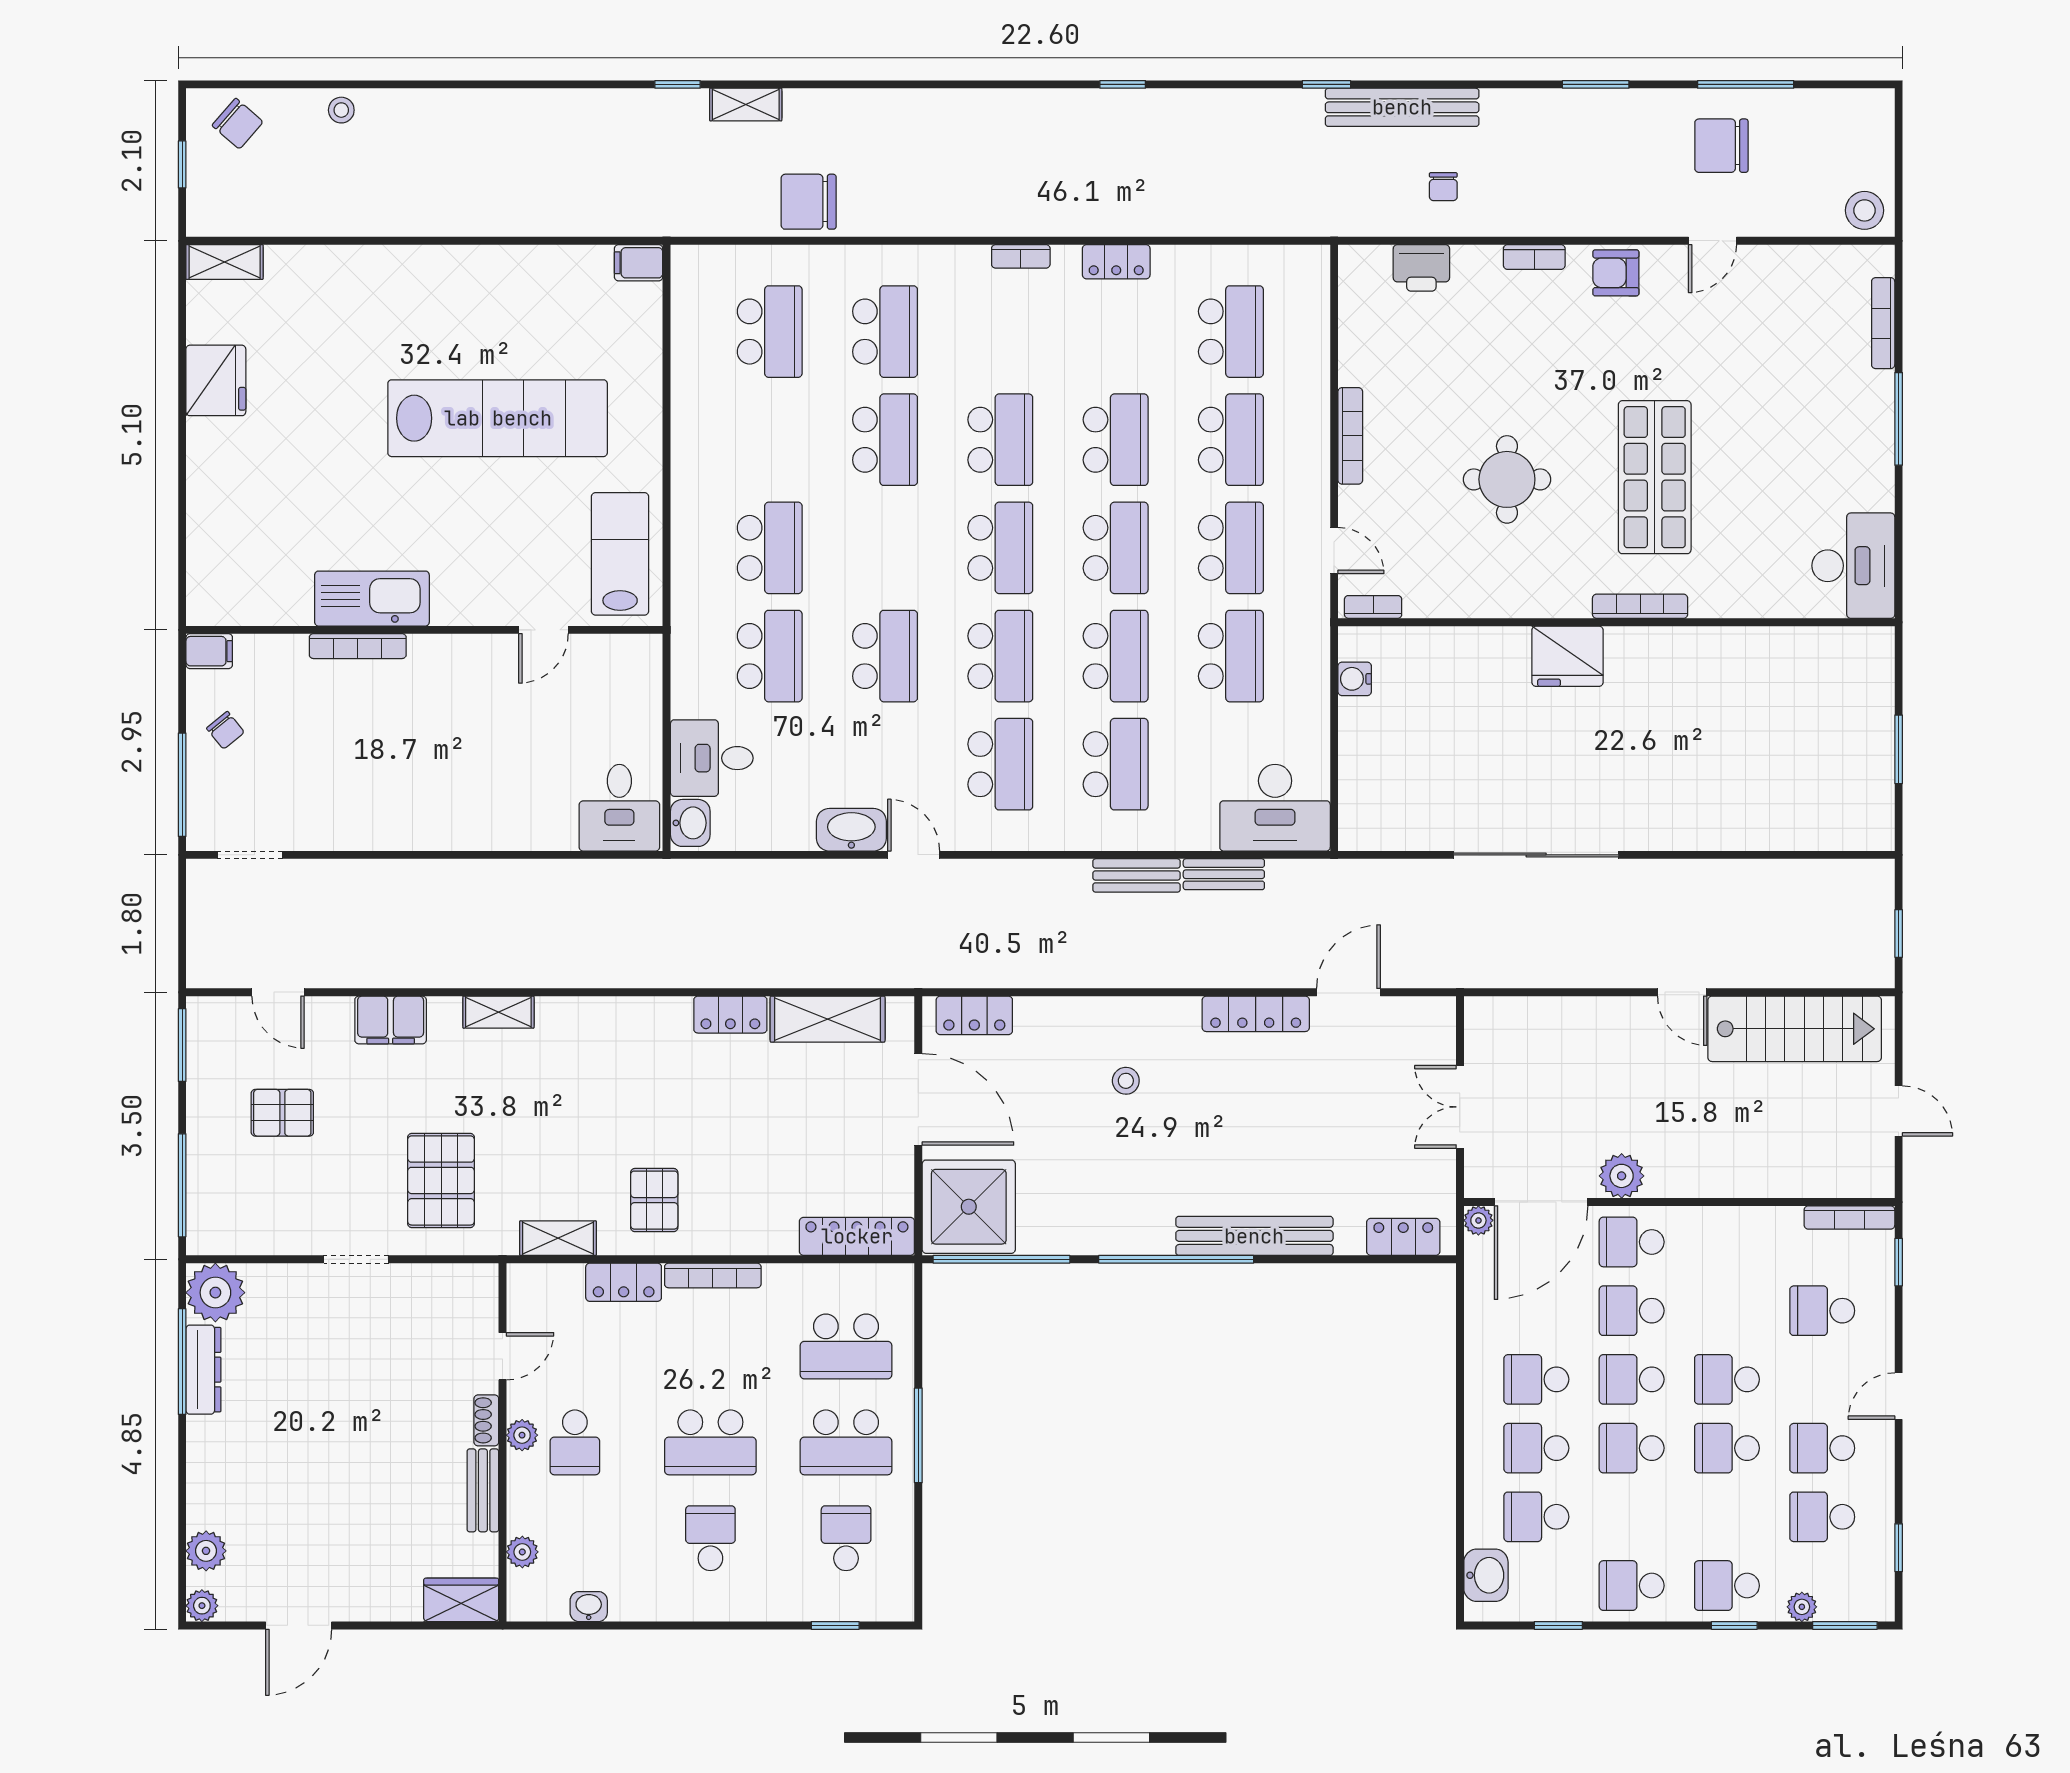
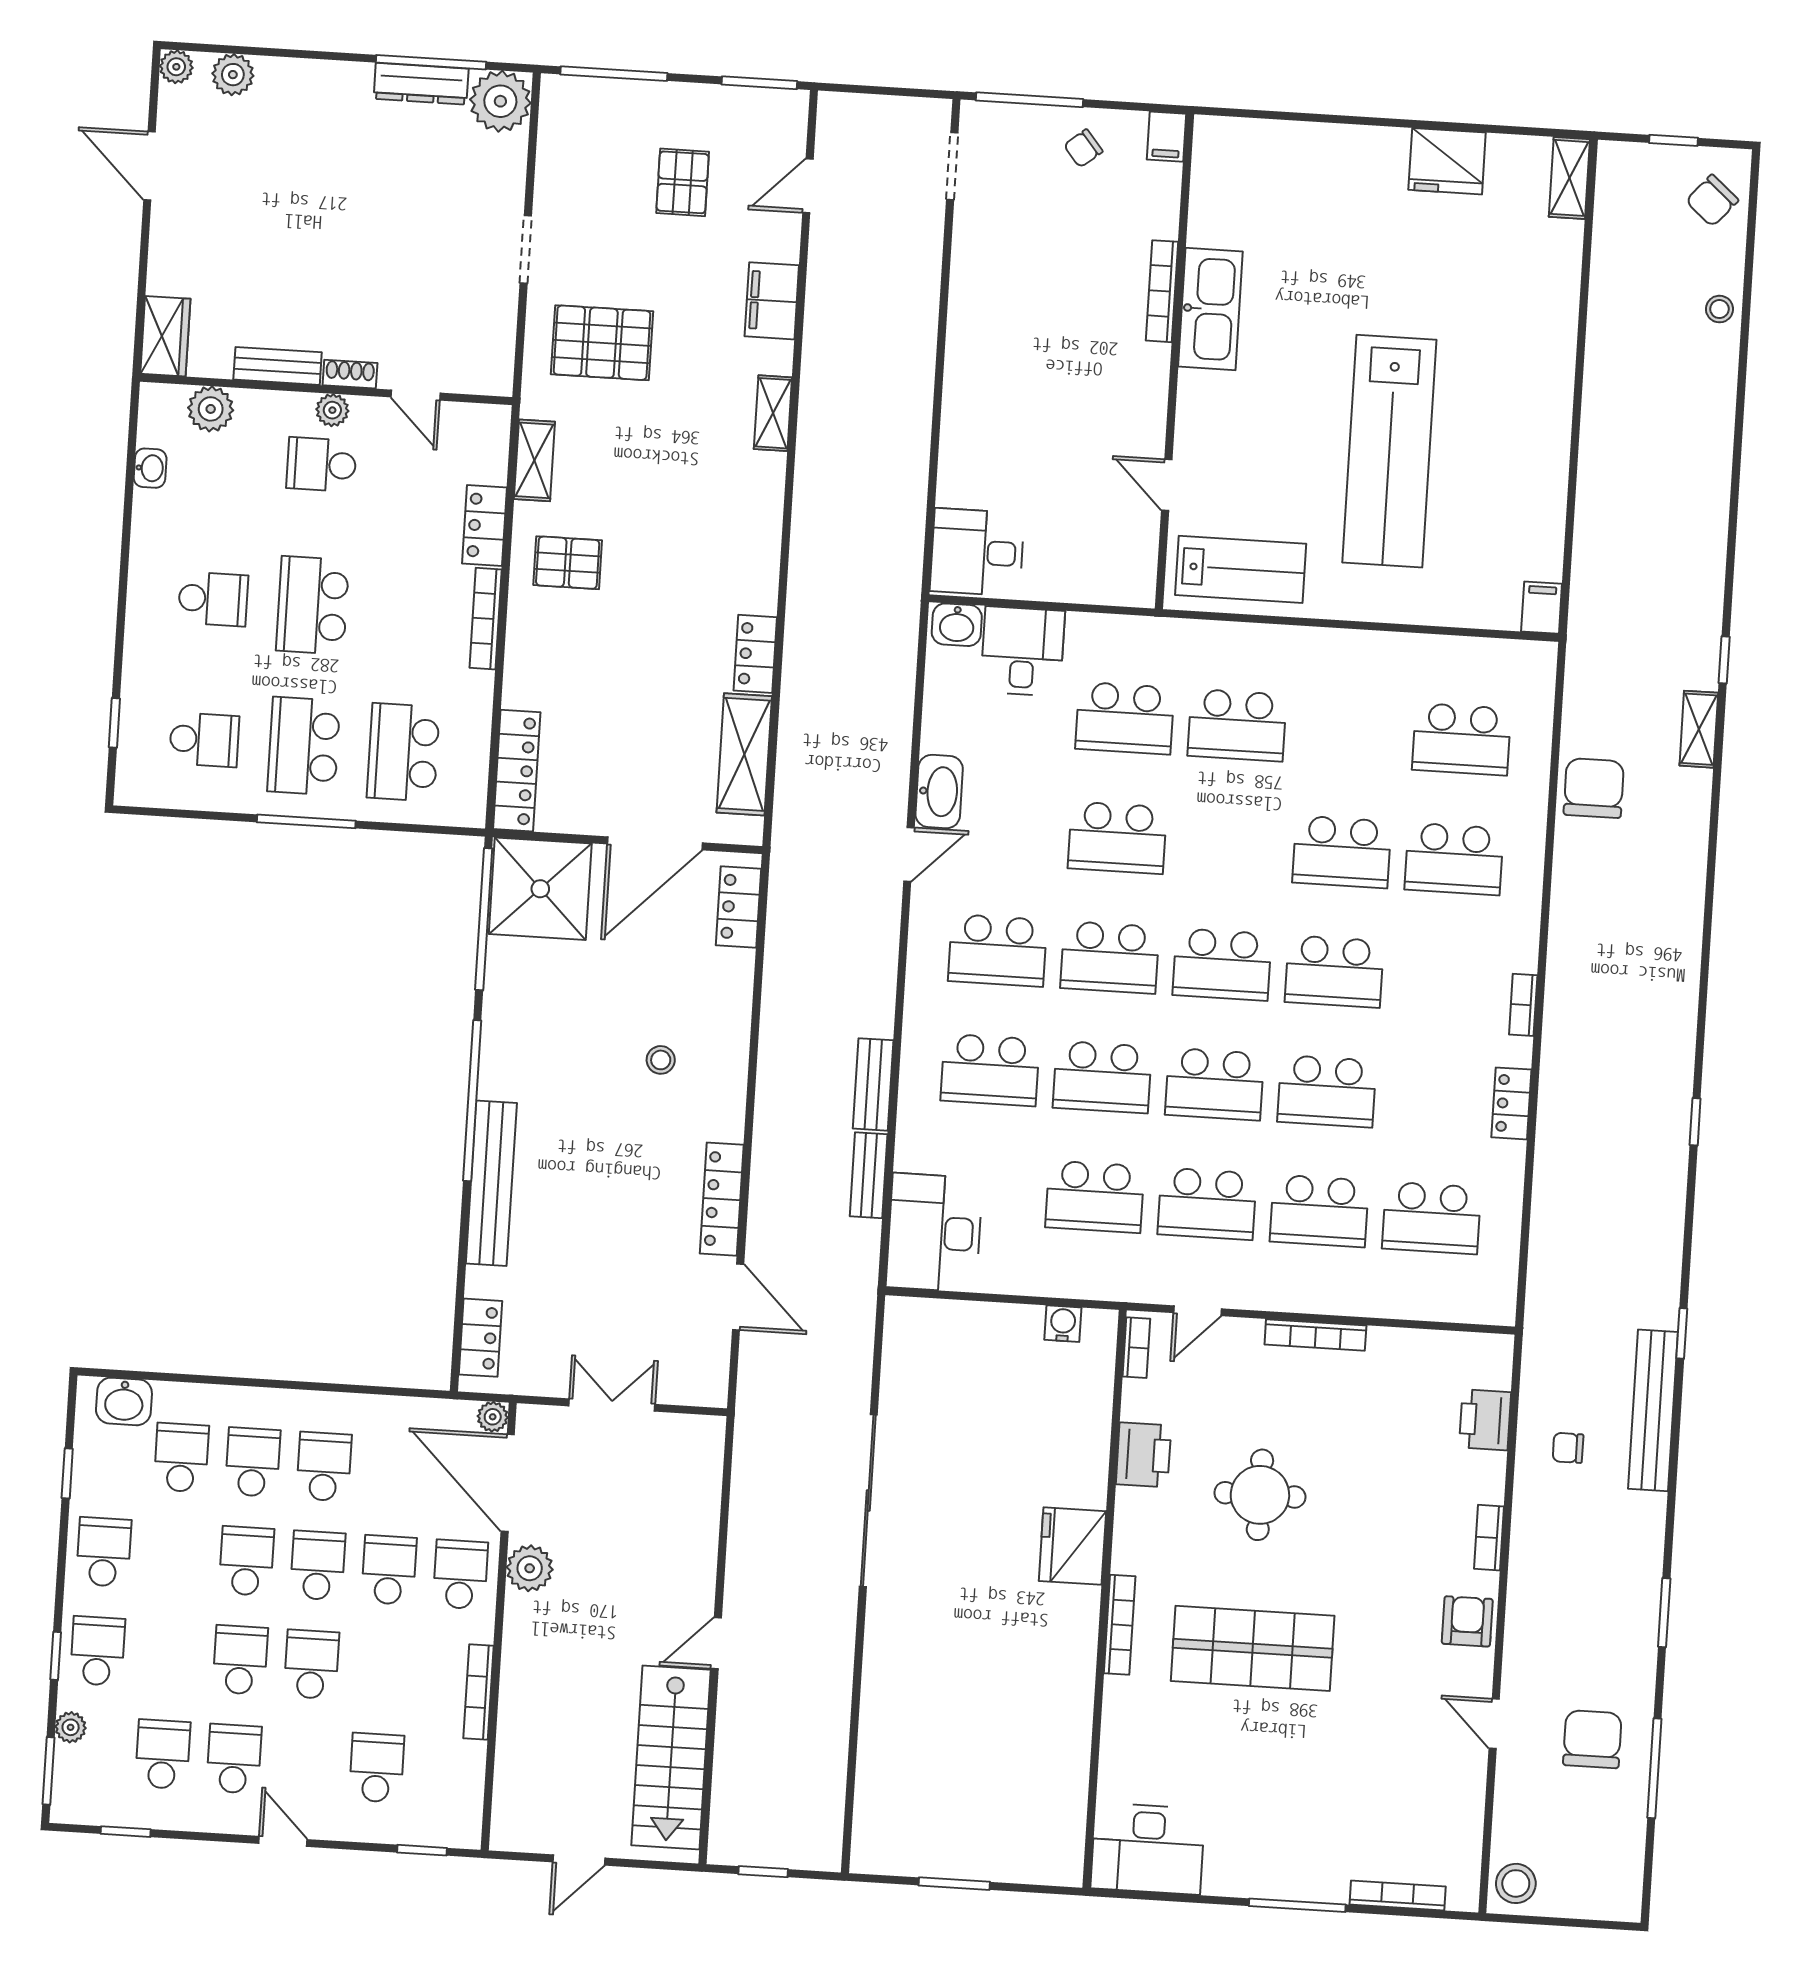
printer: (1476, 594) -> (1143, 1455), added
bookcase: (1849, 1217) -> (479, 1692), moved
plant: (522, 1552) -> (211, 409), width x1.38, depth x1.38

